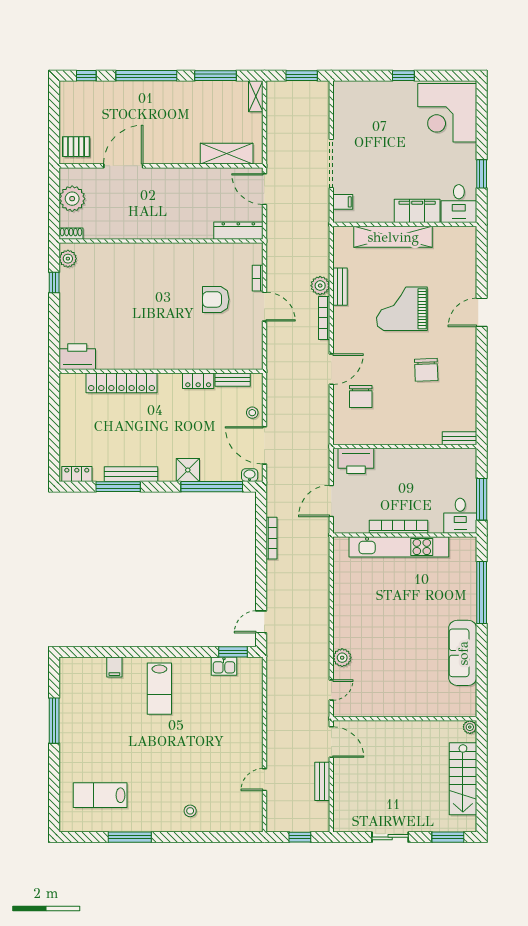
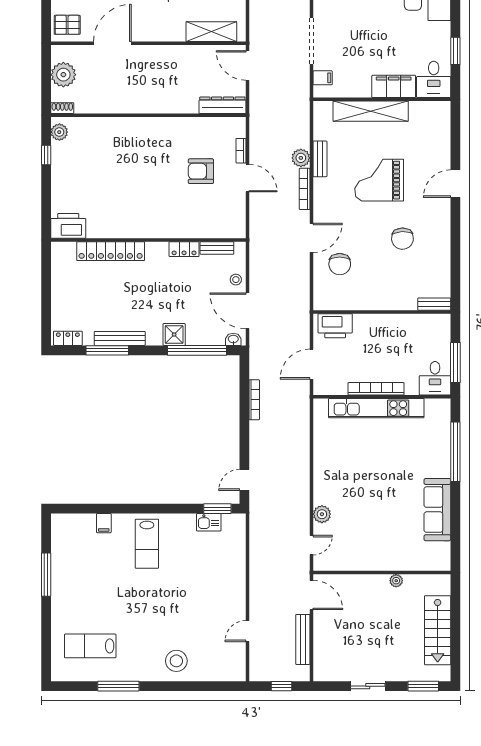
plant: (470, 727) -> (396, 581), moved
bench: (322, 781) -> (303, 639), width x1.36
stool: (190, 811) -> (176, 661), width x1.89, depth x1.89

